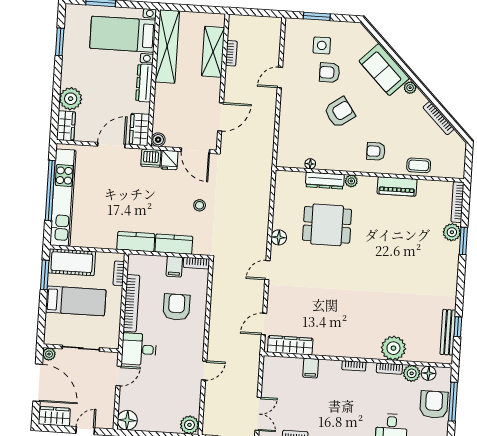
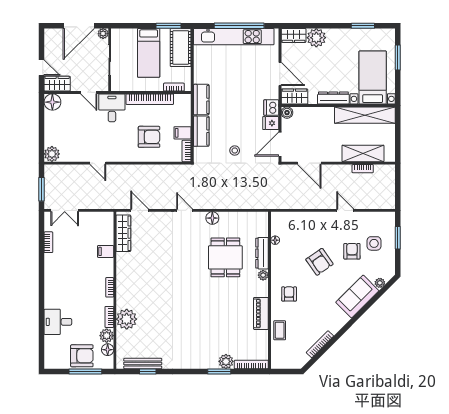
plant: (410, 88) -> (380, 283), moved
wardrobe: (54, 416) -> (57, 84), moved, turned -90

